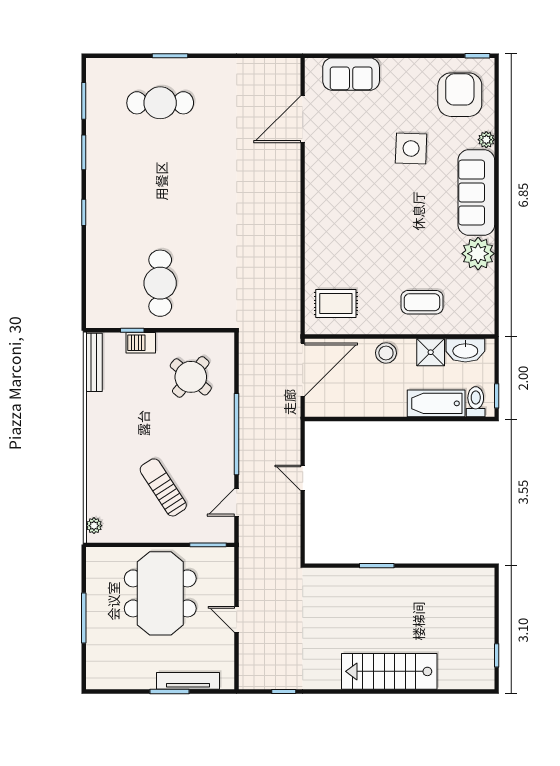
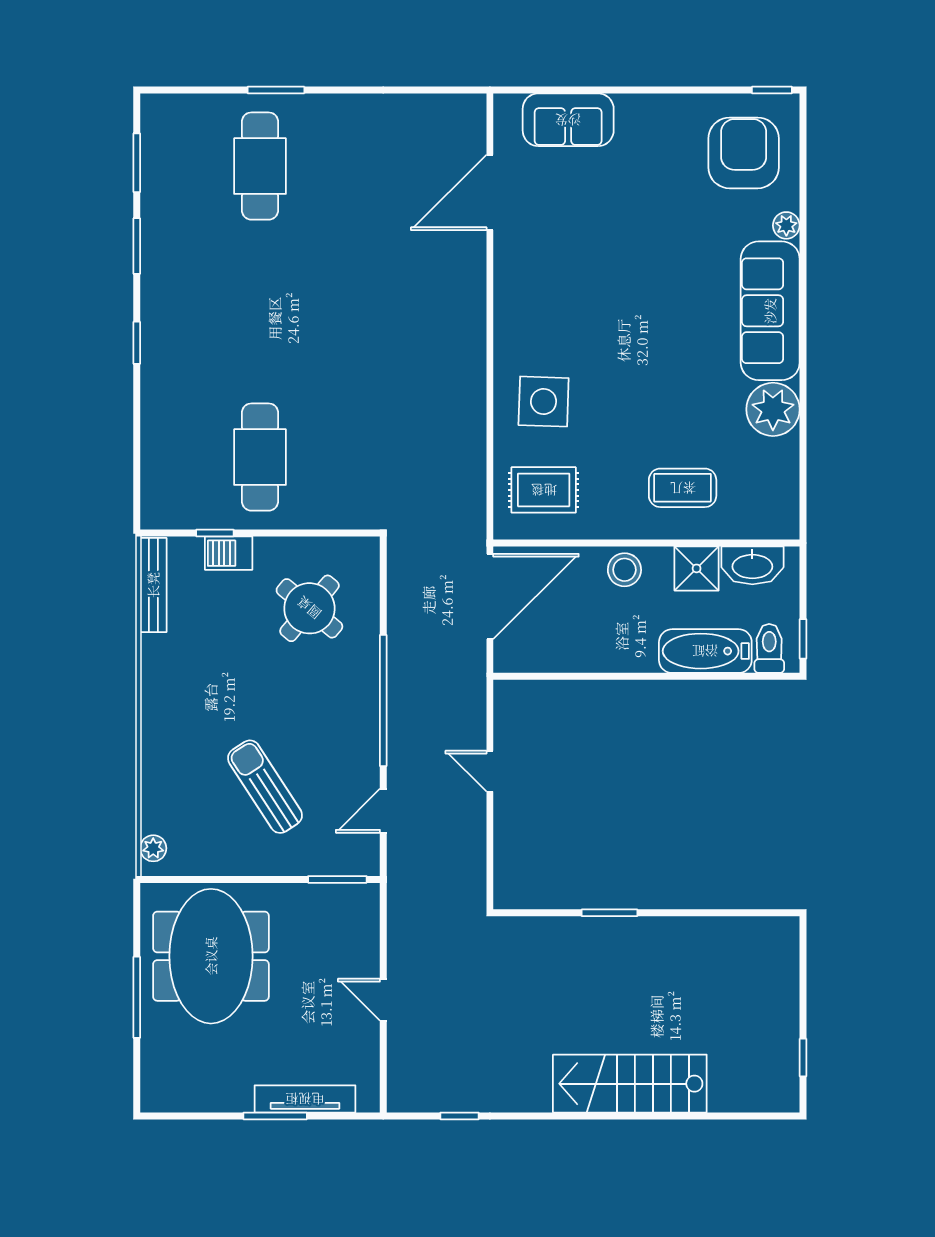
cafe table: (160, 103) -> (260, 166), turned 90
side table: (411, 148) -> (544, 402), moved
meeting table: (160, 593) -> (211, 956), moved

